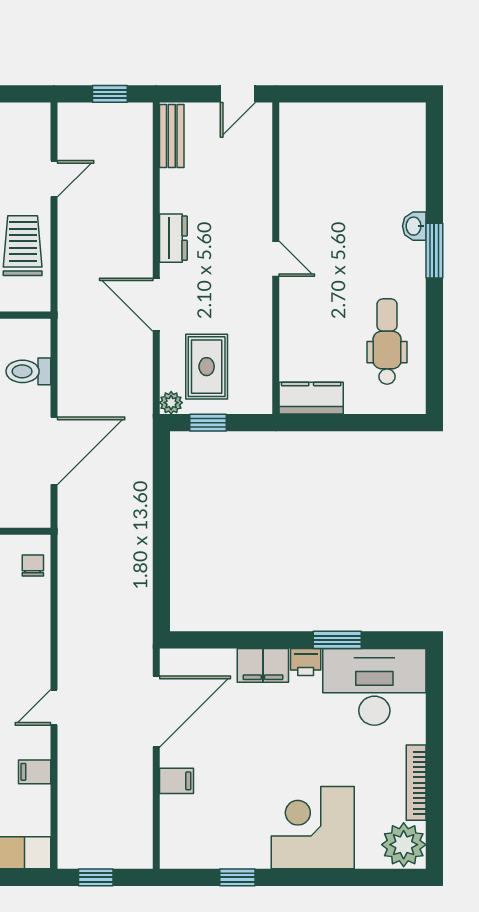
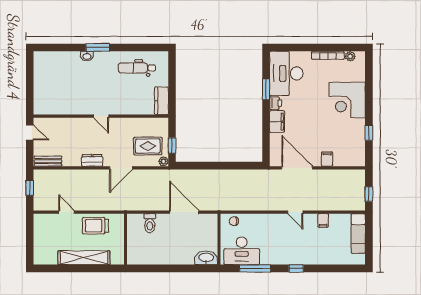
door: (276, 259) -> (101, 116), swing flipped
plant: (404, 845) -> (350, 56), width x0.53, depth x0.53

